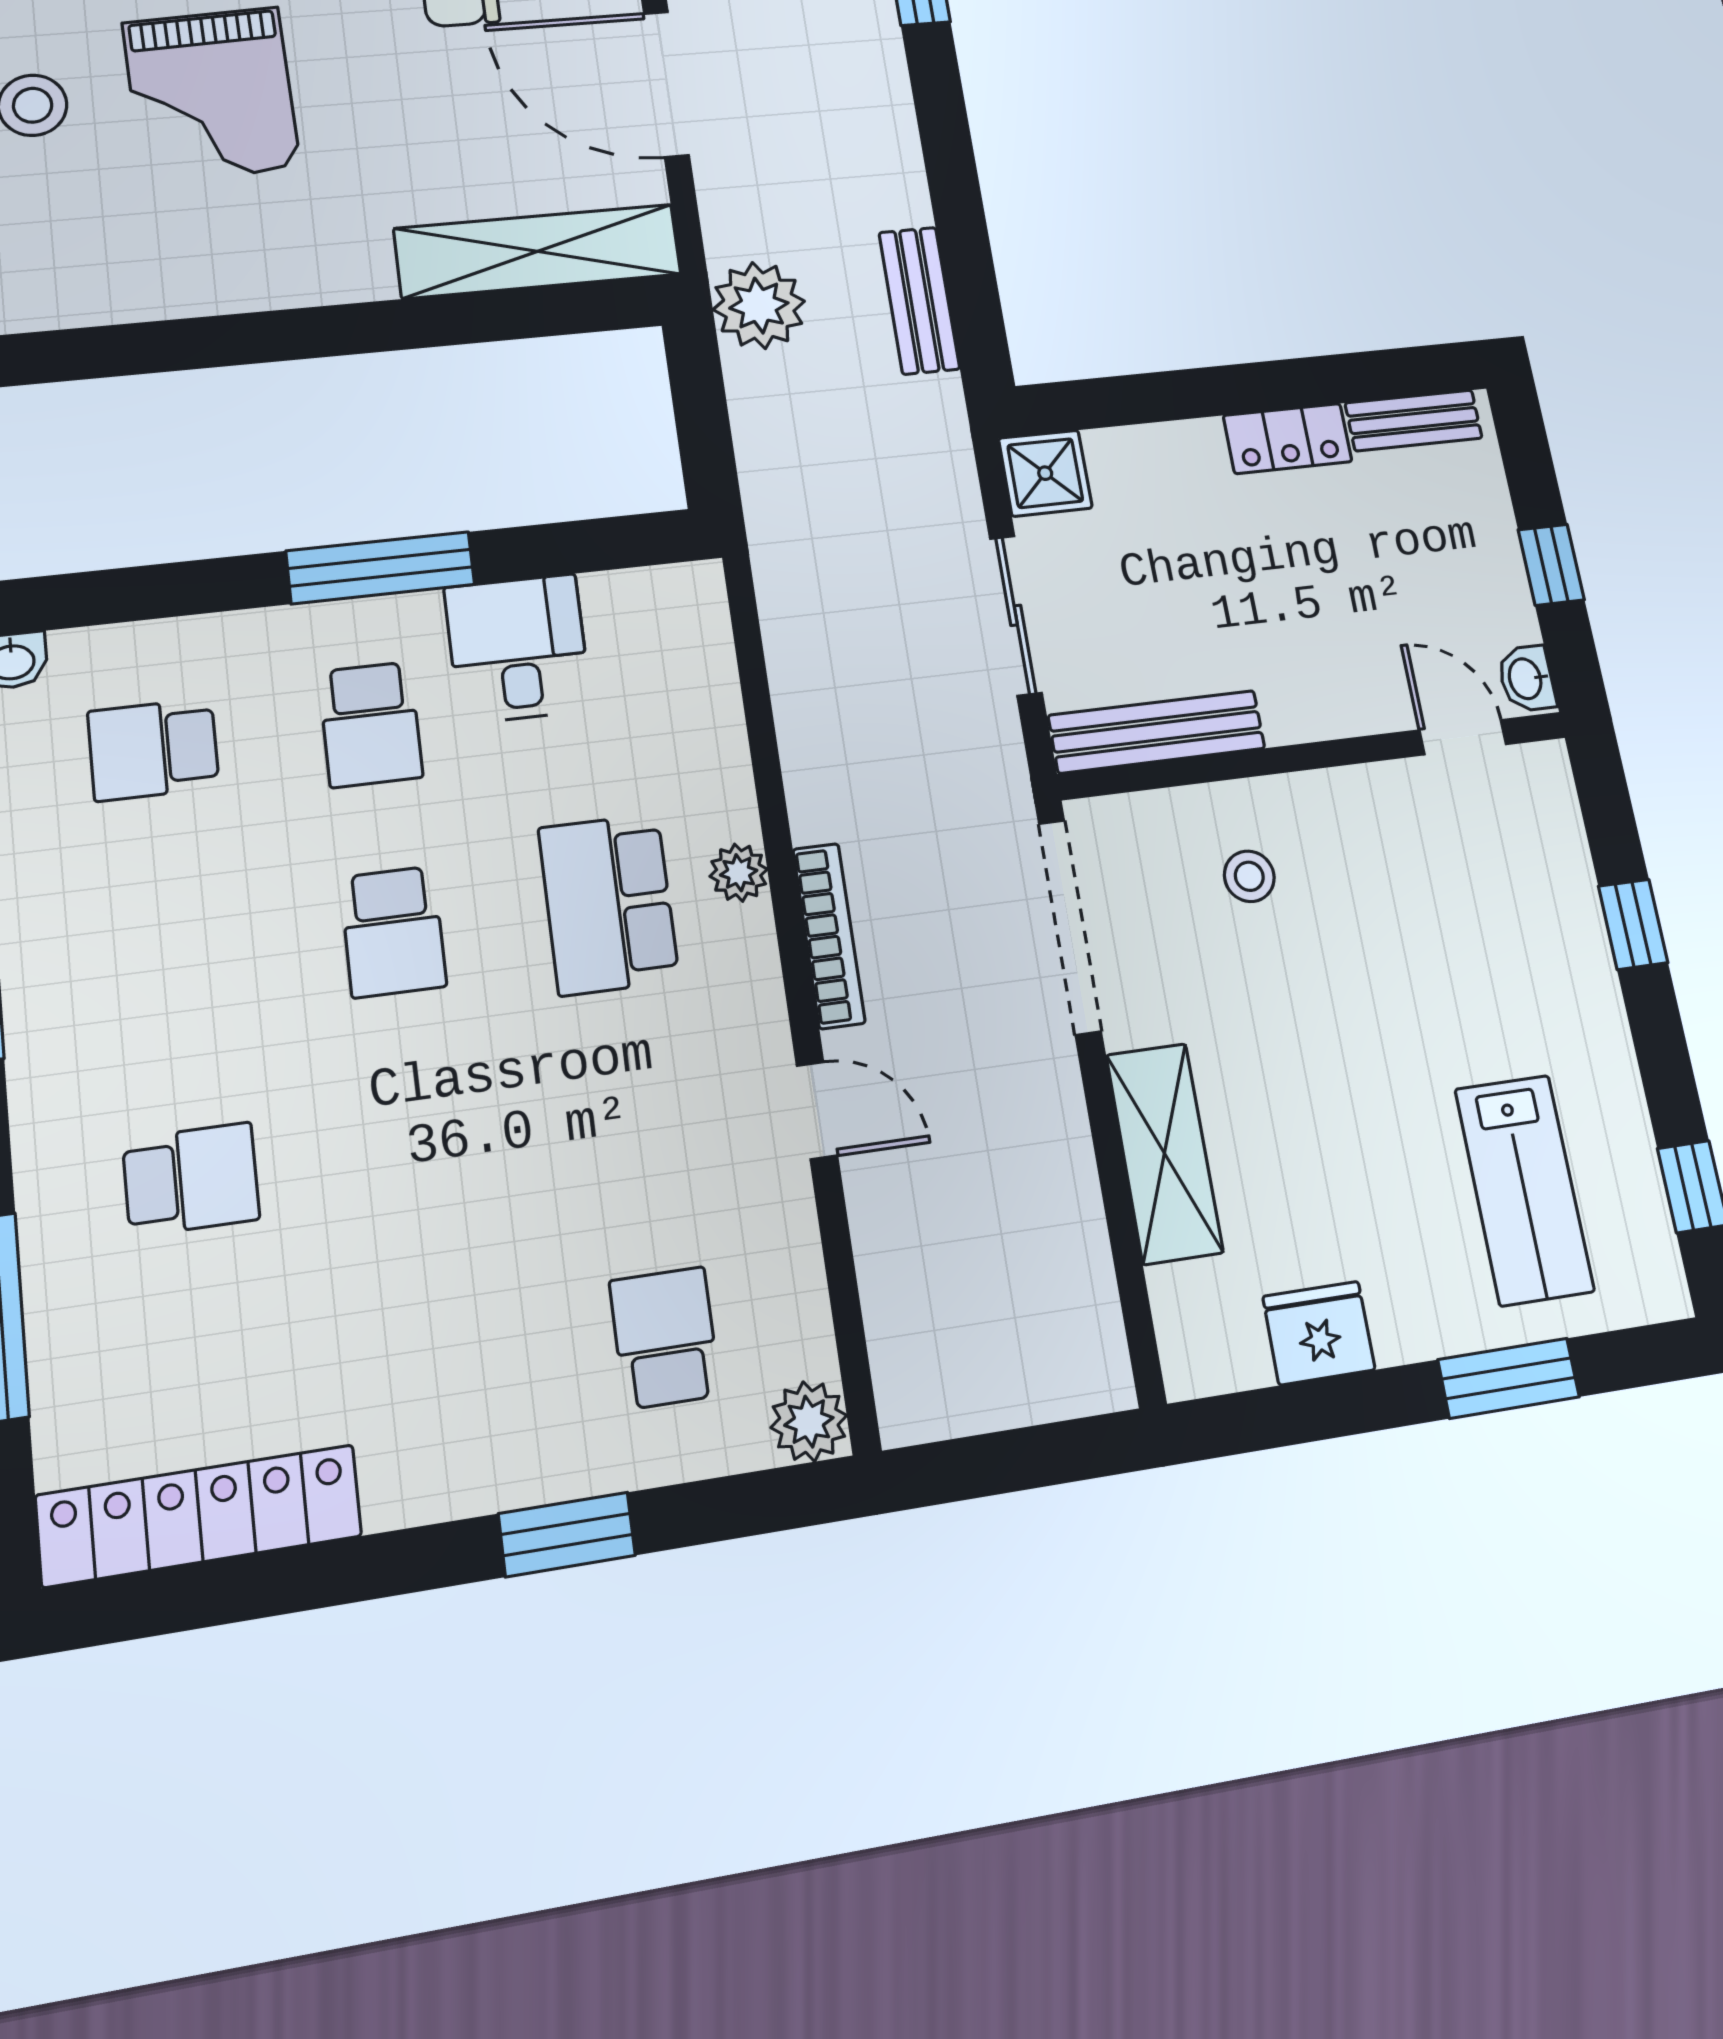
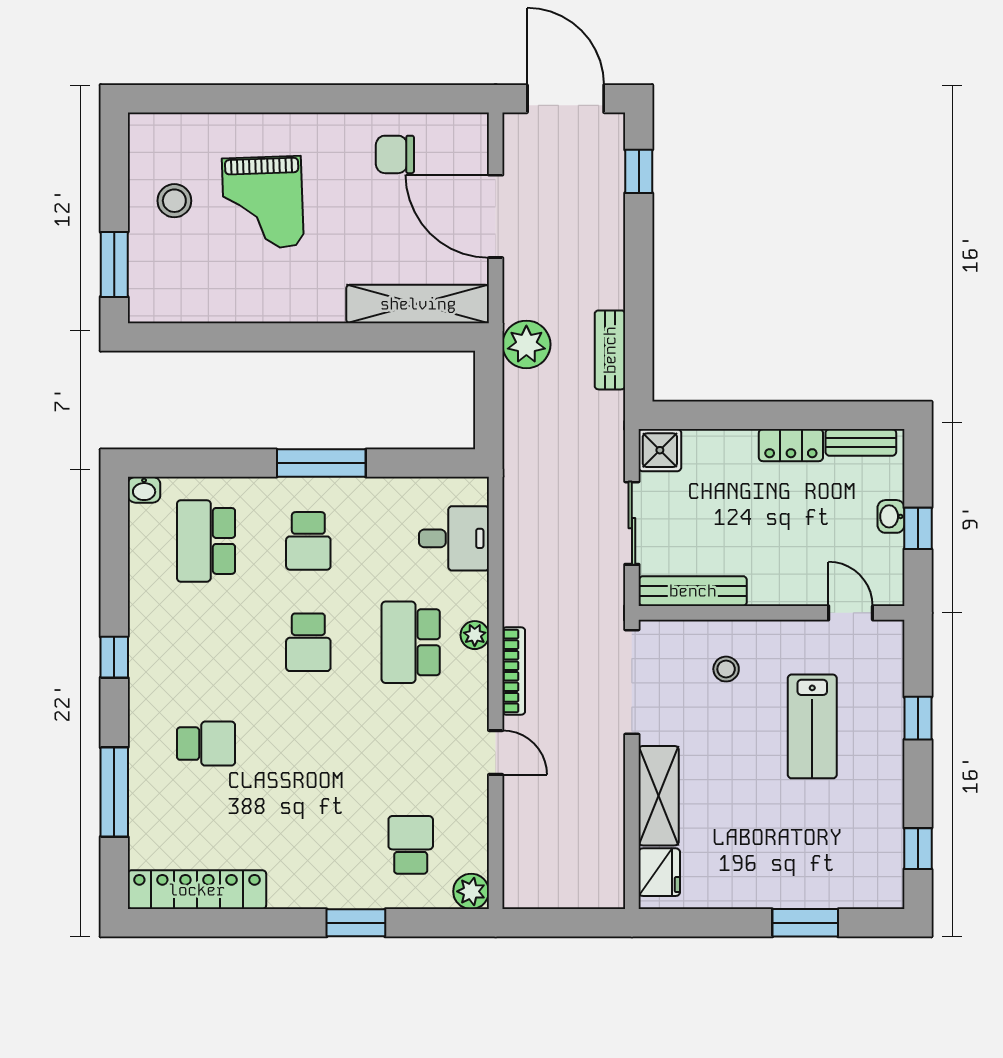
desk: (518, 649) -> (454, 538), moved, turned 90
washbasin: (1527, 679) -> (891, 516), moved
school desk: (153, 749) -> (206, 541), width x1.85
lab bench: (1524, 1190) -> (812, 726), moved
fridge: (1319, 1333) -> (659, 872), moved, turned 90

